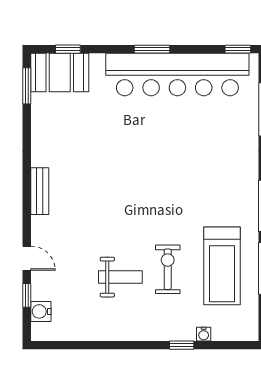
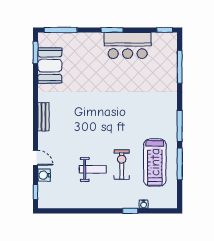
window: (68, 49) -> (61, 30), width x2.17
booth: (60, 72) -> (50, 66), moved, turned 90
bar counter: (177, 74) -> (128, 45), width x0.54
window: (27, 295) -> (36, 192), moved
water cooler: (41, 311) -> (44, 175), moved

